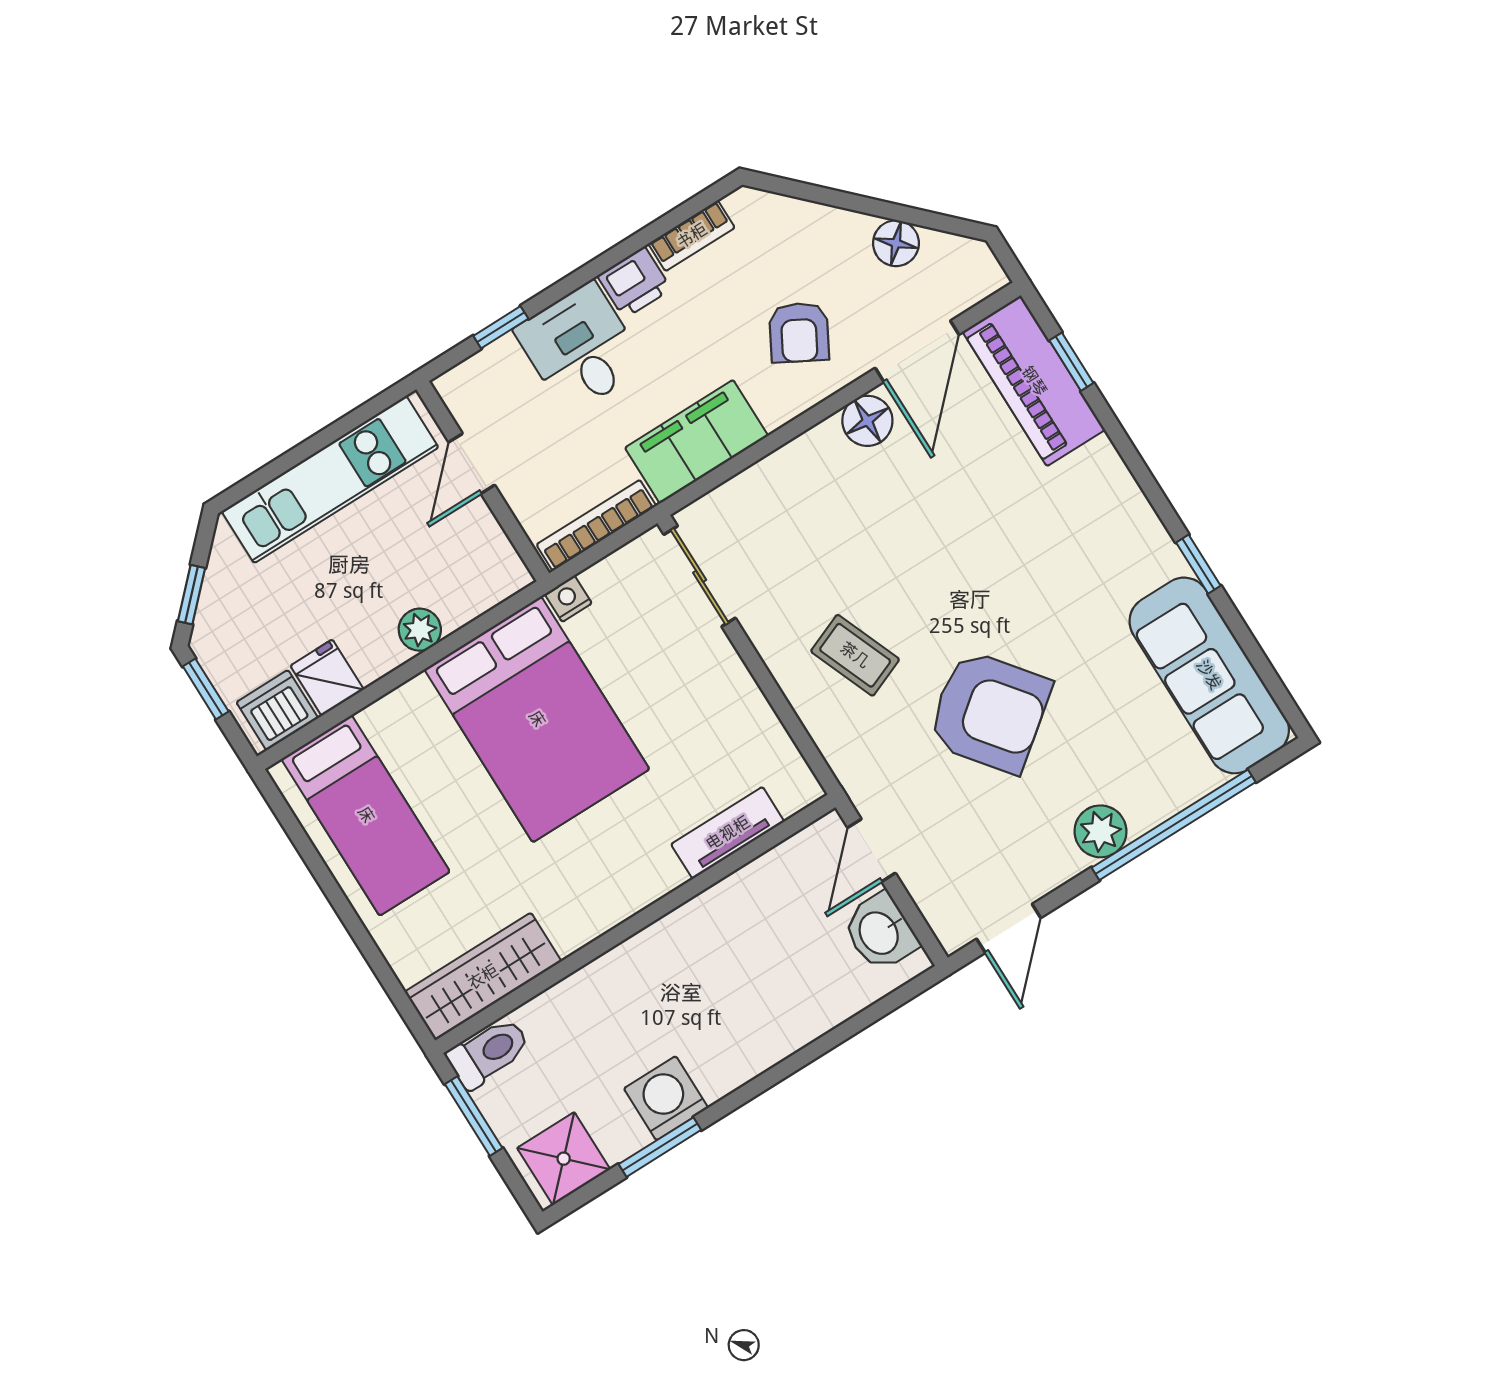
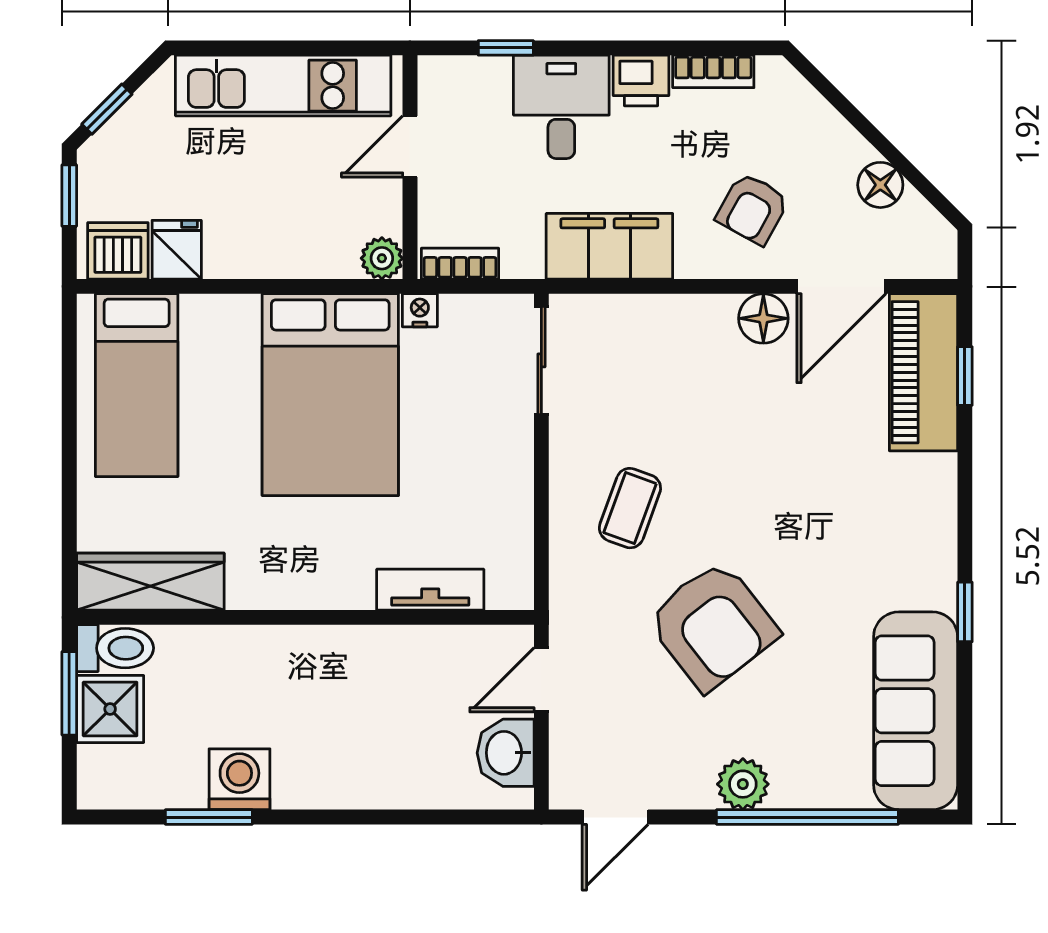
bookcase: (596, 525) -> (460, 264), width x0.64
plant: (420, 630) -> (382, 258), moved
coffee table: (855, 655) -> (630, 508), turned 42
shower: (564, 1159) -> (110, 709), moved

